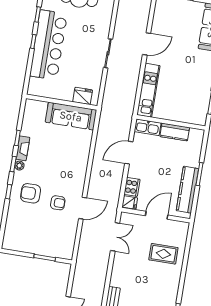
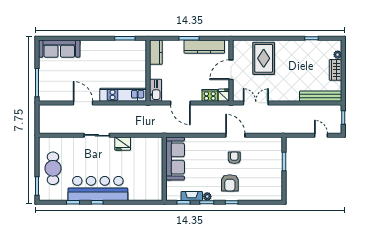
fridge: (83, 96) -> (123, 144), moved, turned -90
wall: (62, 102) -> (164, 169), moved
sofa: (71, 116) -> (175, 159), moved
kitchen counter: (175, 132) -> (156, 52), moved
door: (157, 215) -> (231, 70), hinge flipped
rug: (163, 254) -> (264, 58), width x1.36, depth x1.43

